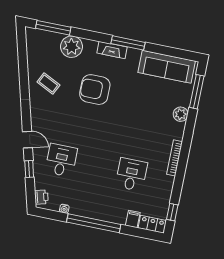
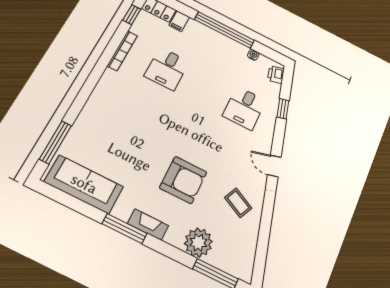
plant: (181, 114) -> (85, 121), removed
door: (27, 140) -> (274, 166), moved
bookcase: (175, 158) -> (122, 51), moved

